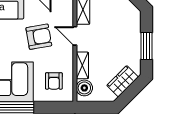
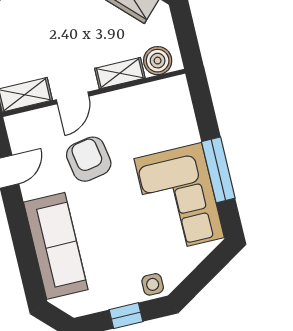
armchair: (54, 81) -> (158, 115), removed

